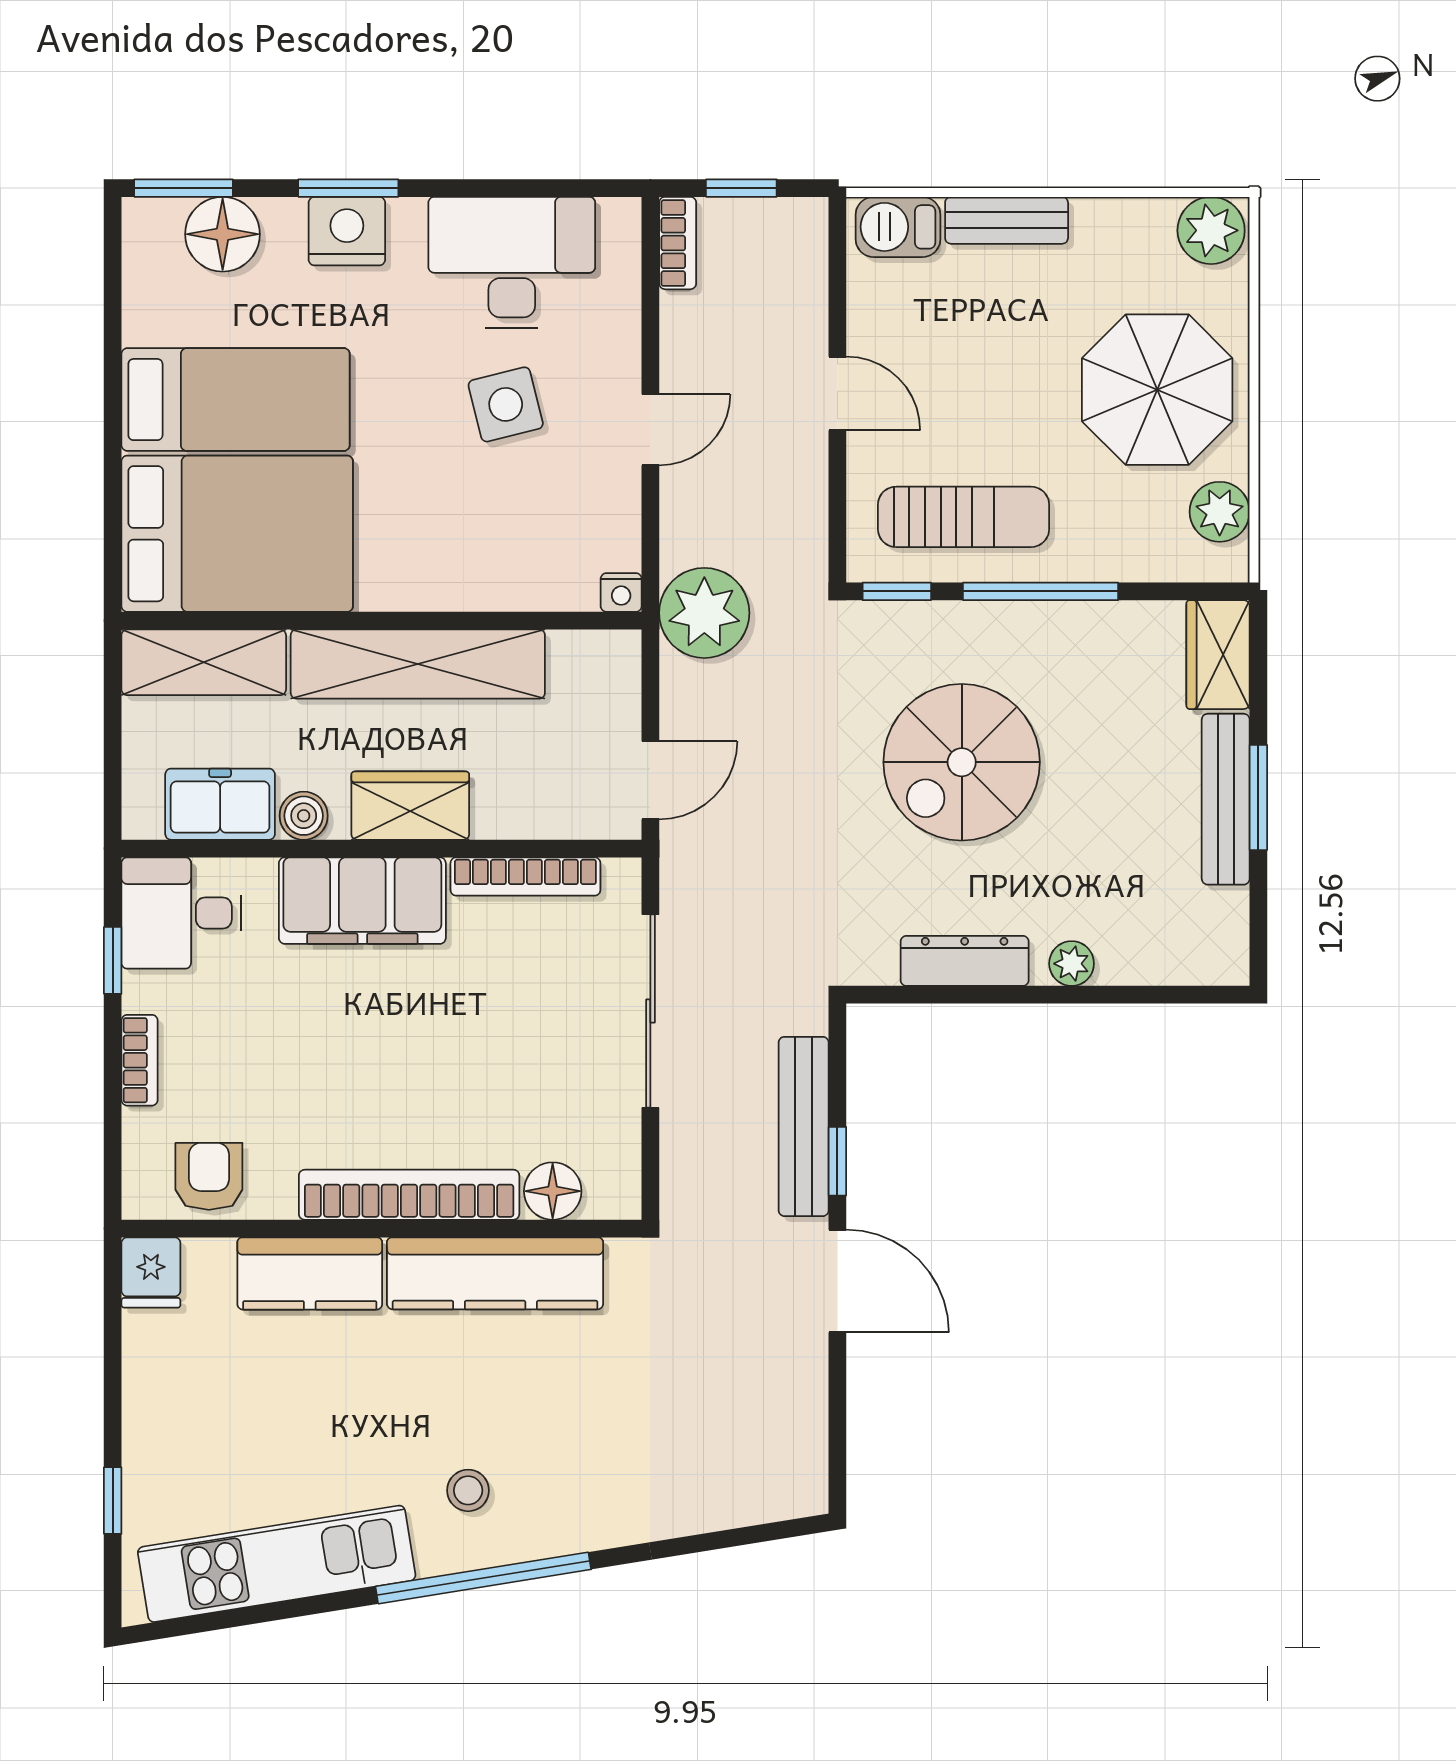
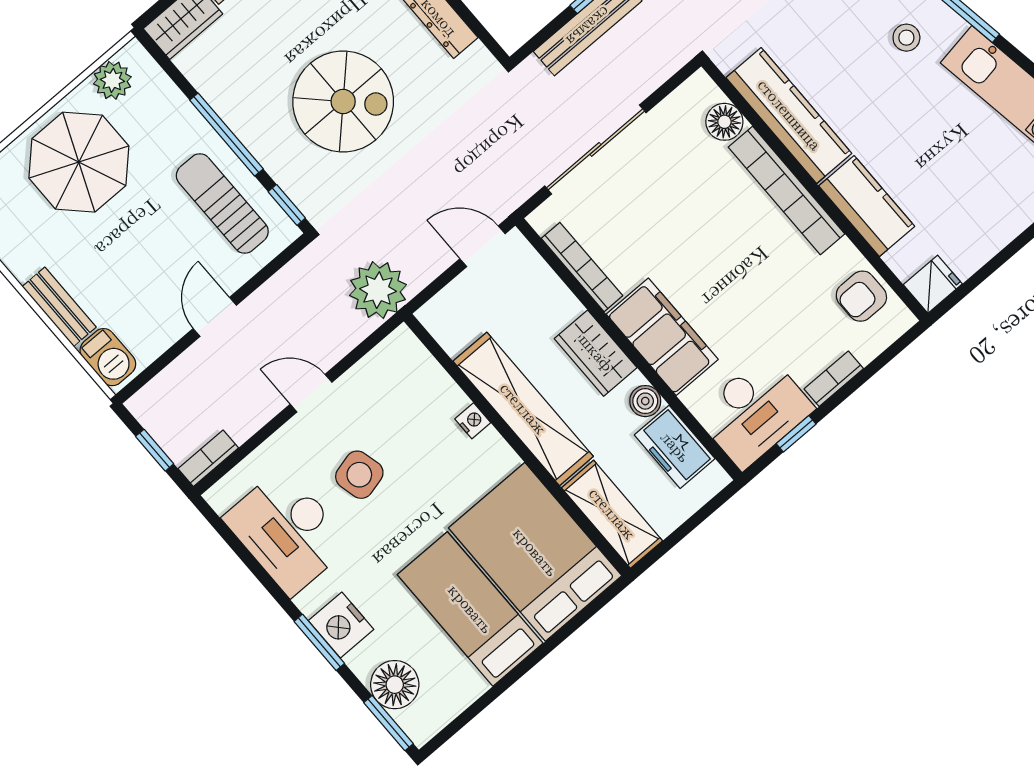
nightstand: (621, 592) -> (473, 421), moved
desk: (181, 913) -> (754, 411), width x1.37

